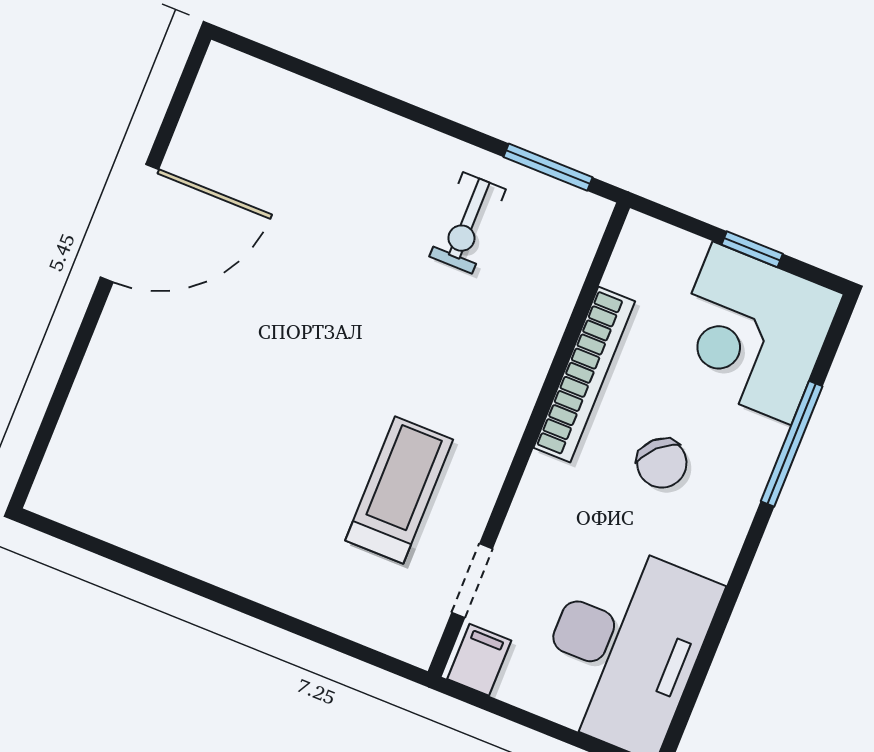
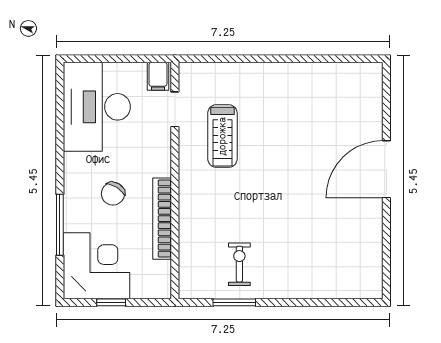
window: (548, 167) -> (234, 302), moved
door: (130, 223) -> (386, 169), moved
chair: (662, 463) -> (113, 194), turned -104

